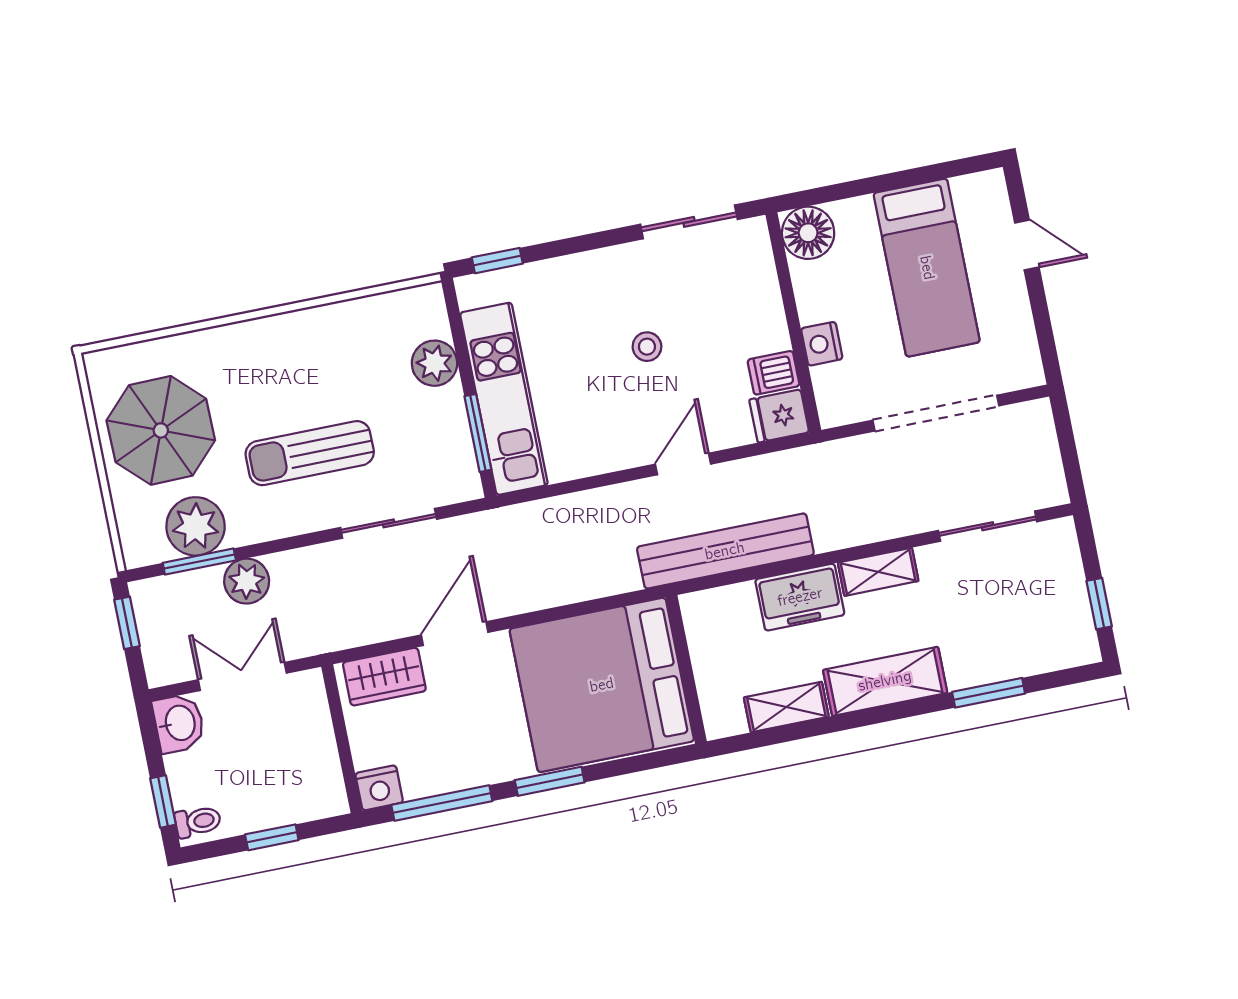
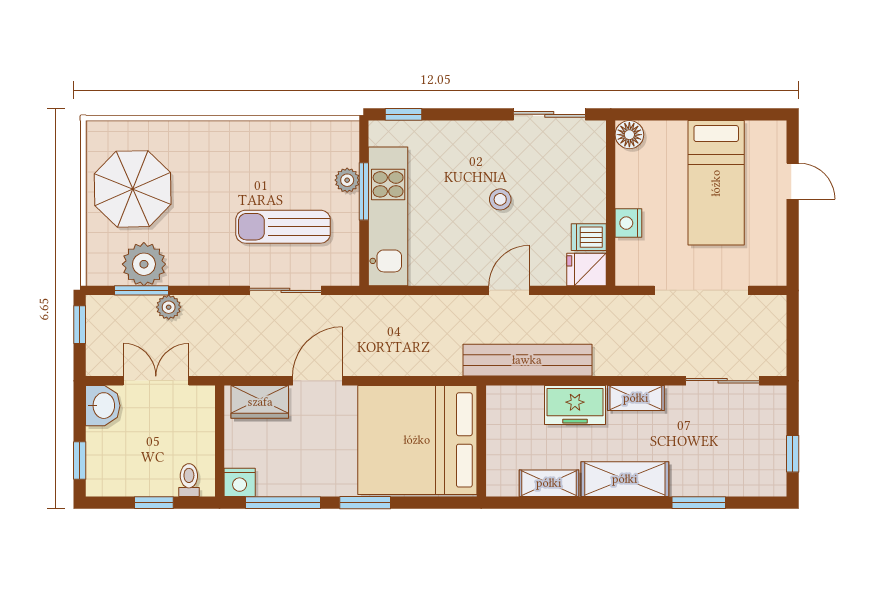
floor lamp: (808, 233) -> (629, 135), width x0.73, depth x0.73
plant: (434, 363) -> (347, 180), width x0.73, depth x0.73
window: (478, 433) -> (364, 191), moved
sun lounger: (310, 453) -> (283, 227), moved
plant: (247, 581) -> (169, 307), width x0.73, depth x0.73
toilet: (198, 822) -> (189, 480), moved, turned -90

